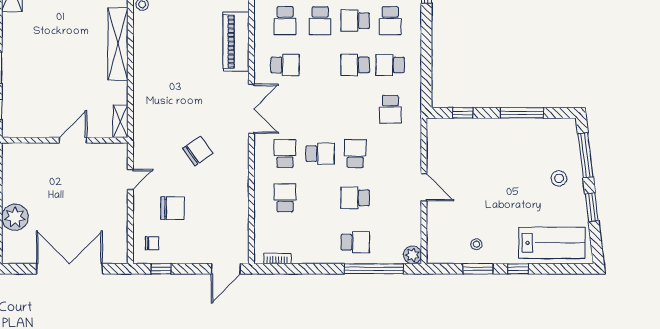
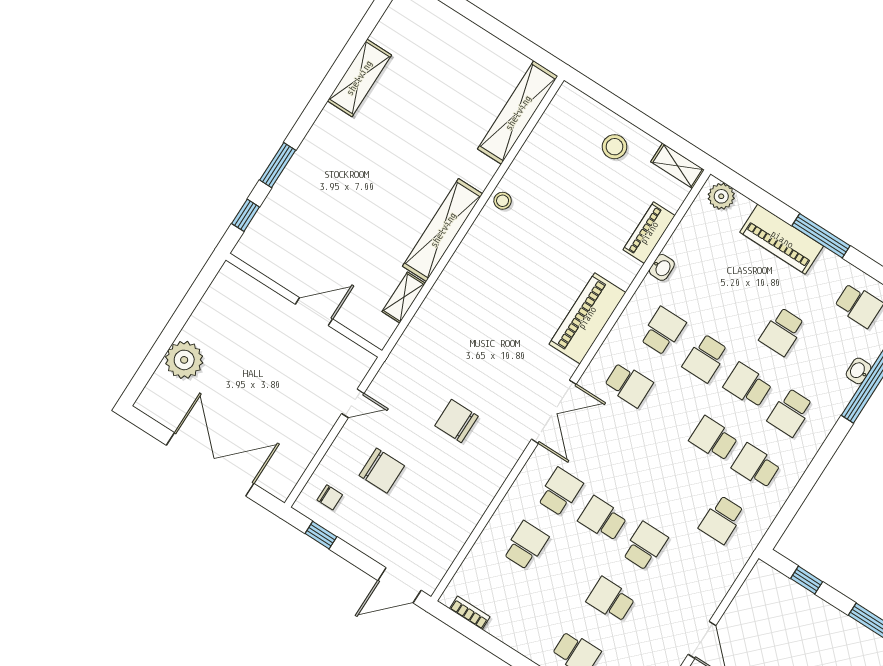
school desk: (285, 21) -> (663, 331), turned 180
shelving: (120, 121) -> (404, 297), moved
chair: (198, 151) -> (456, 421), turned -145
school desk: (320, 154) -> (602, 519), turned 180

